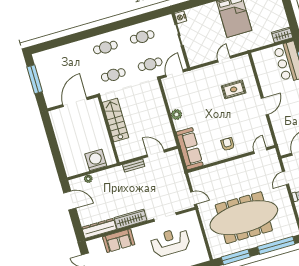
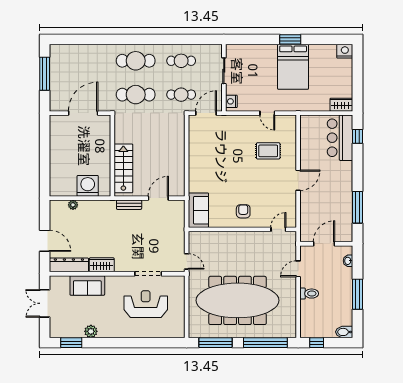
nightstand: (181, 17) -> (231, 101), moved
cafe table: (105, 47) -> (136, 61), width x1.37, depth x1.35
door: (224, 59) -> (267, 113), swing flipped
cafe table: (113, 75) -> (136, 95), width x1.37, depth x1.35
plant: (177, 114) -> (195, 161), removed
stairs: (116, 120) -> (123, 168), moved
sofa: (190, 149) -> (198, 210), width x0.73
door: (156, 153) -> (158, 198), hinge flipped
door: (70, 201) -> (45, 241), moved
wardrobe: (131, 219) -> (102, 265), width x0.67

